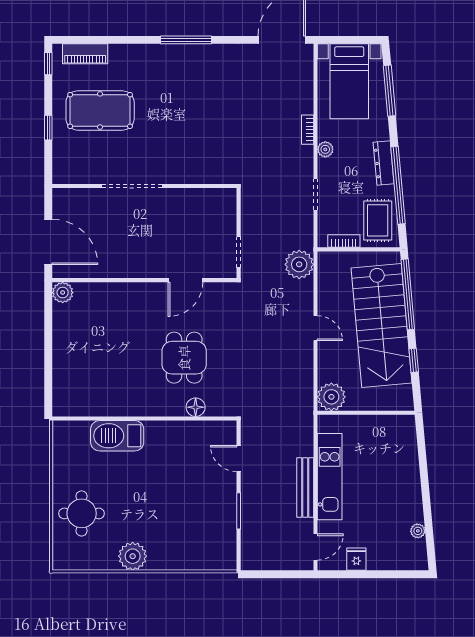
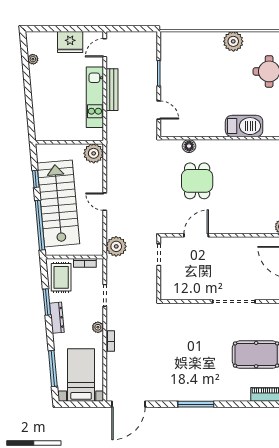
window: (398, 185) -> (47, 302), width x0.47
fridge: (356, 559) -> (70, 42), width x1.88, depth x1.34

